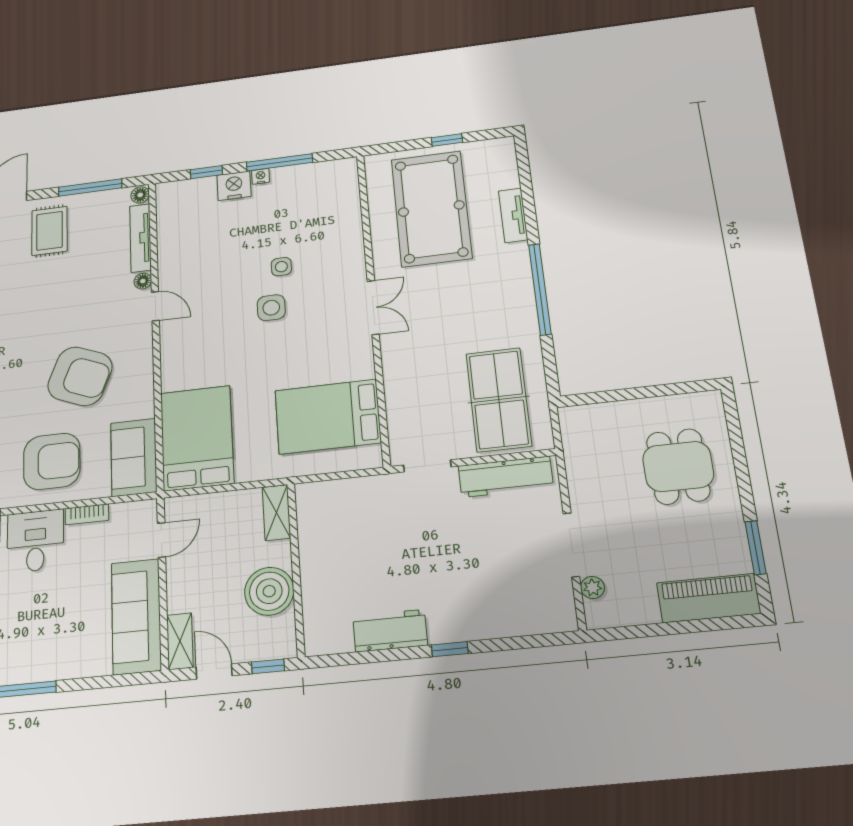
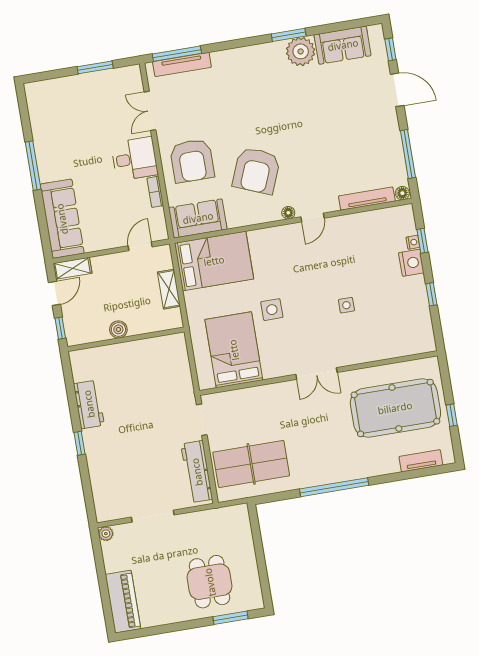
window: (280, 162) -> (431, 294), width x0.46
nightstand: (261, 176) -> (413, 242), moved
tv unit: (513, 215) -> (421, 461), moved
rug: (49, 231) -> (371, 129), removed
floor lamp: (143, 281) -> (288, 213), moved
side table: (271, 308) -> (272, 310), moved
dining table: (678, 466) -> (210, 582), turned 90
shelving: (276, 513) -> (169, 289), moved, turned 90
door: (161, 540) -> (140, 246), swing flipped
window: (756, 548) -> (231, 618), moved
plant: (592, 587) -> (106, 534), moved
boiler: (269, 591) -> (118, 329), width x0.54, depth x0.54
sofa: (136, 616) -> (62, 219), moved, turned 90

